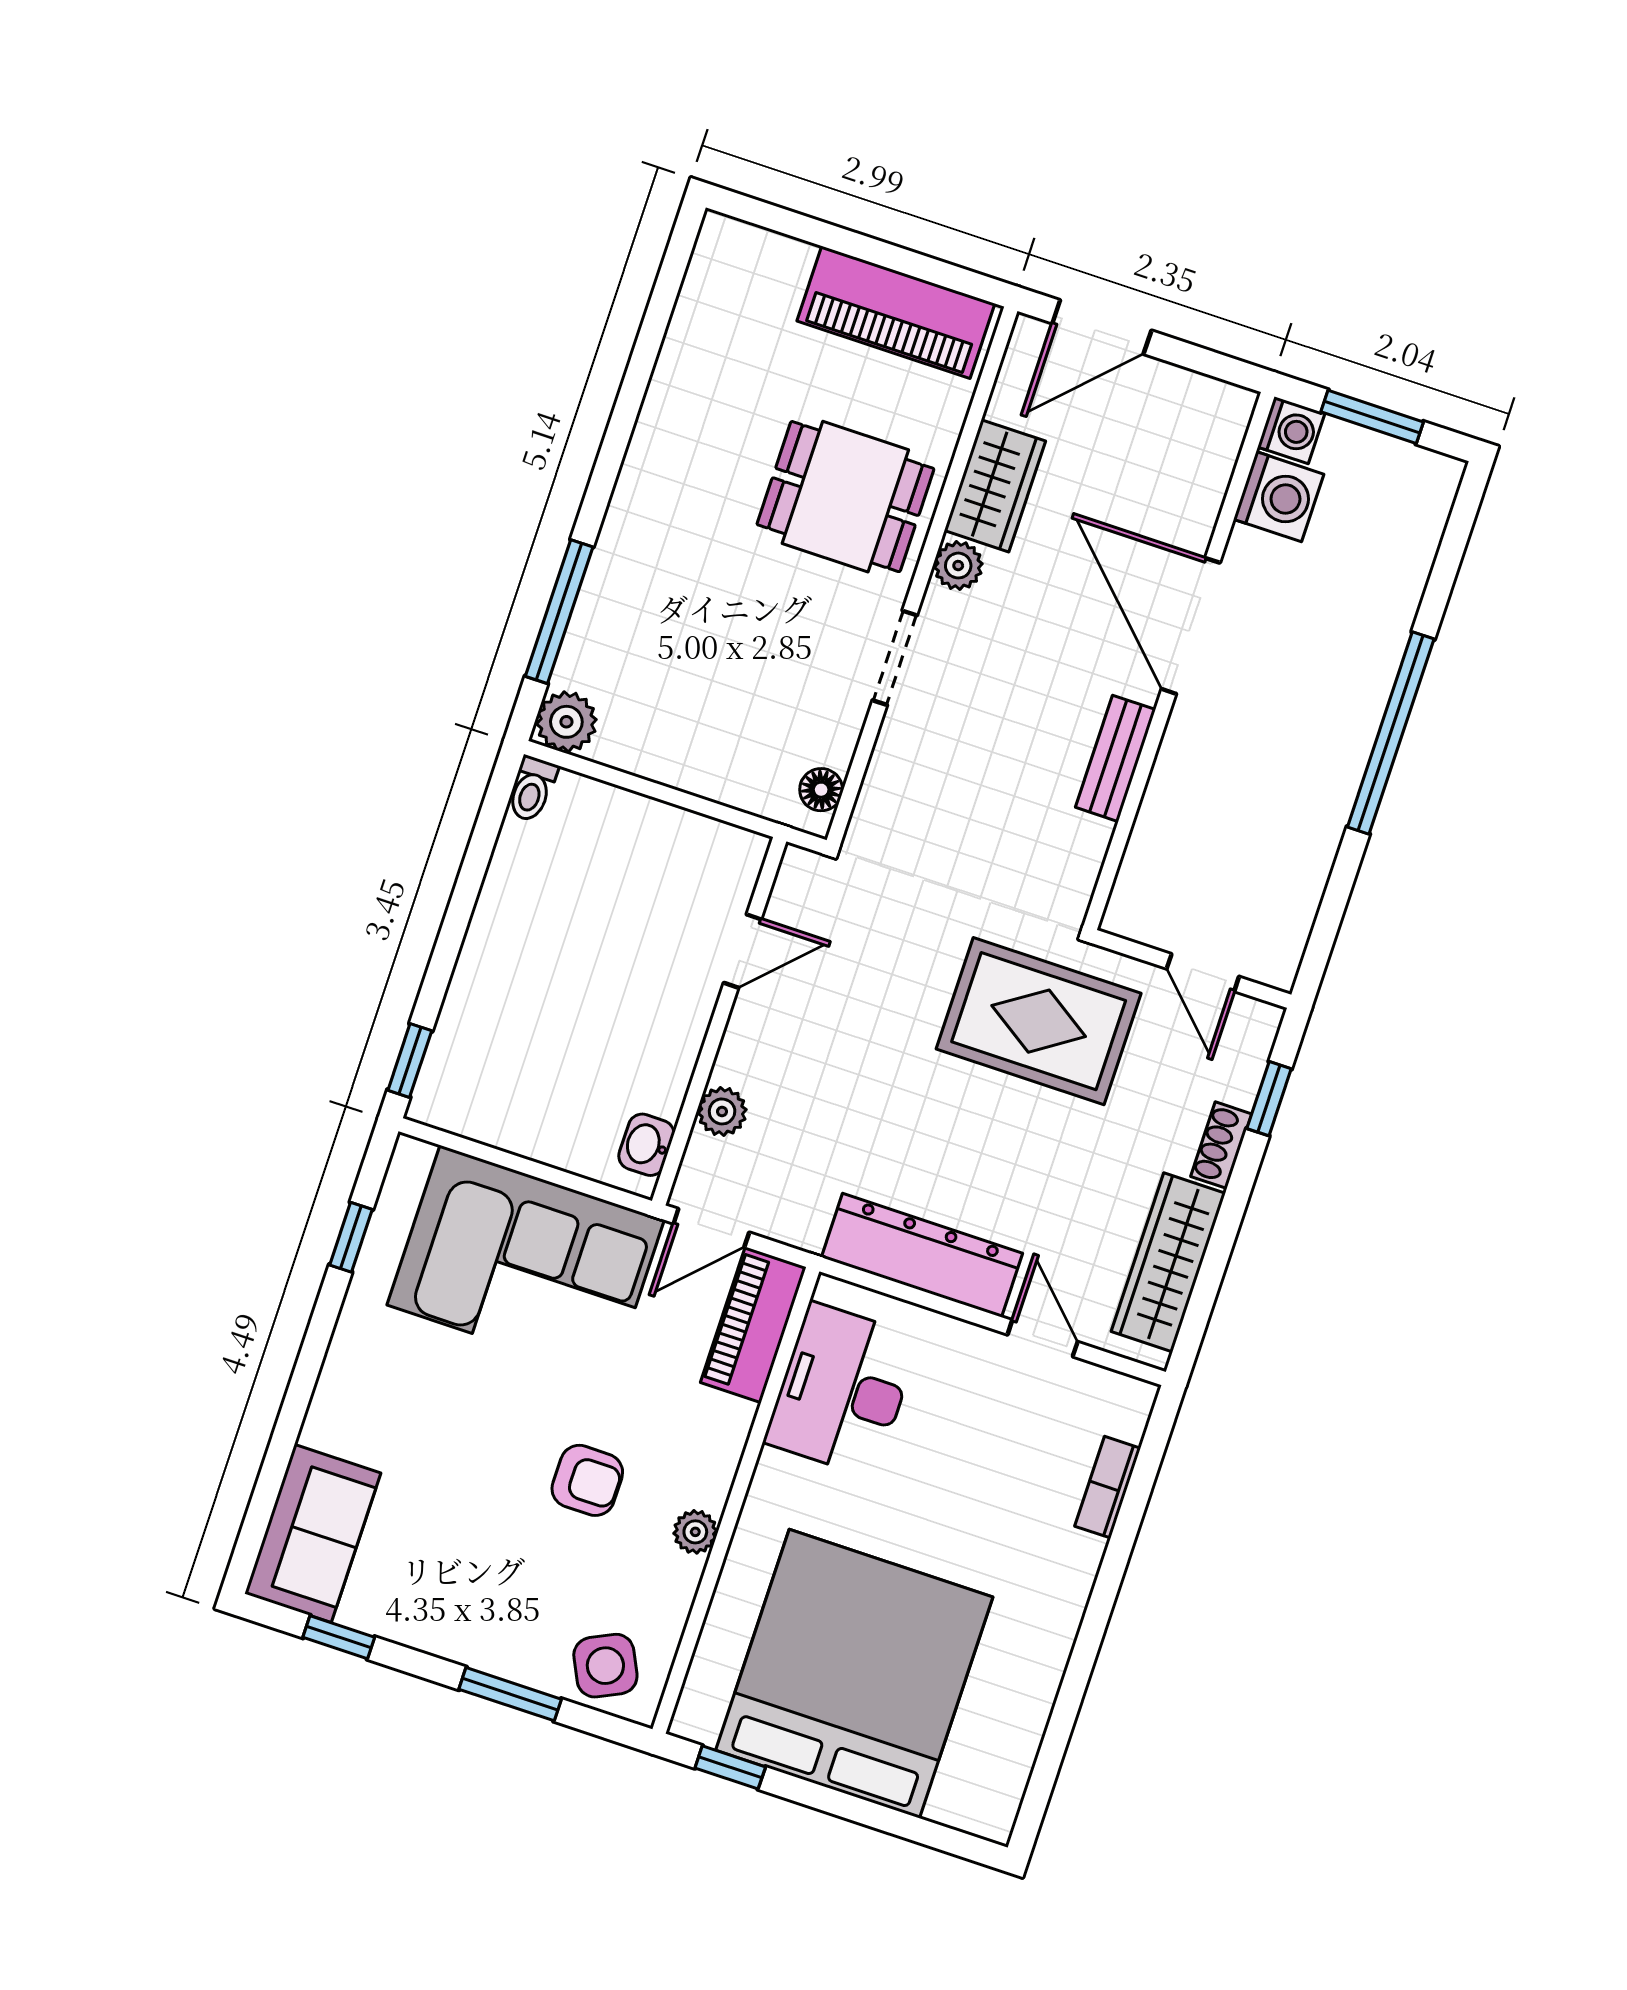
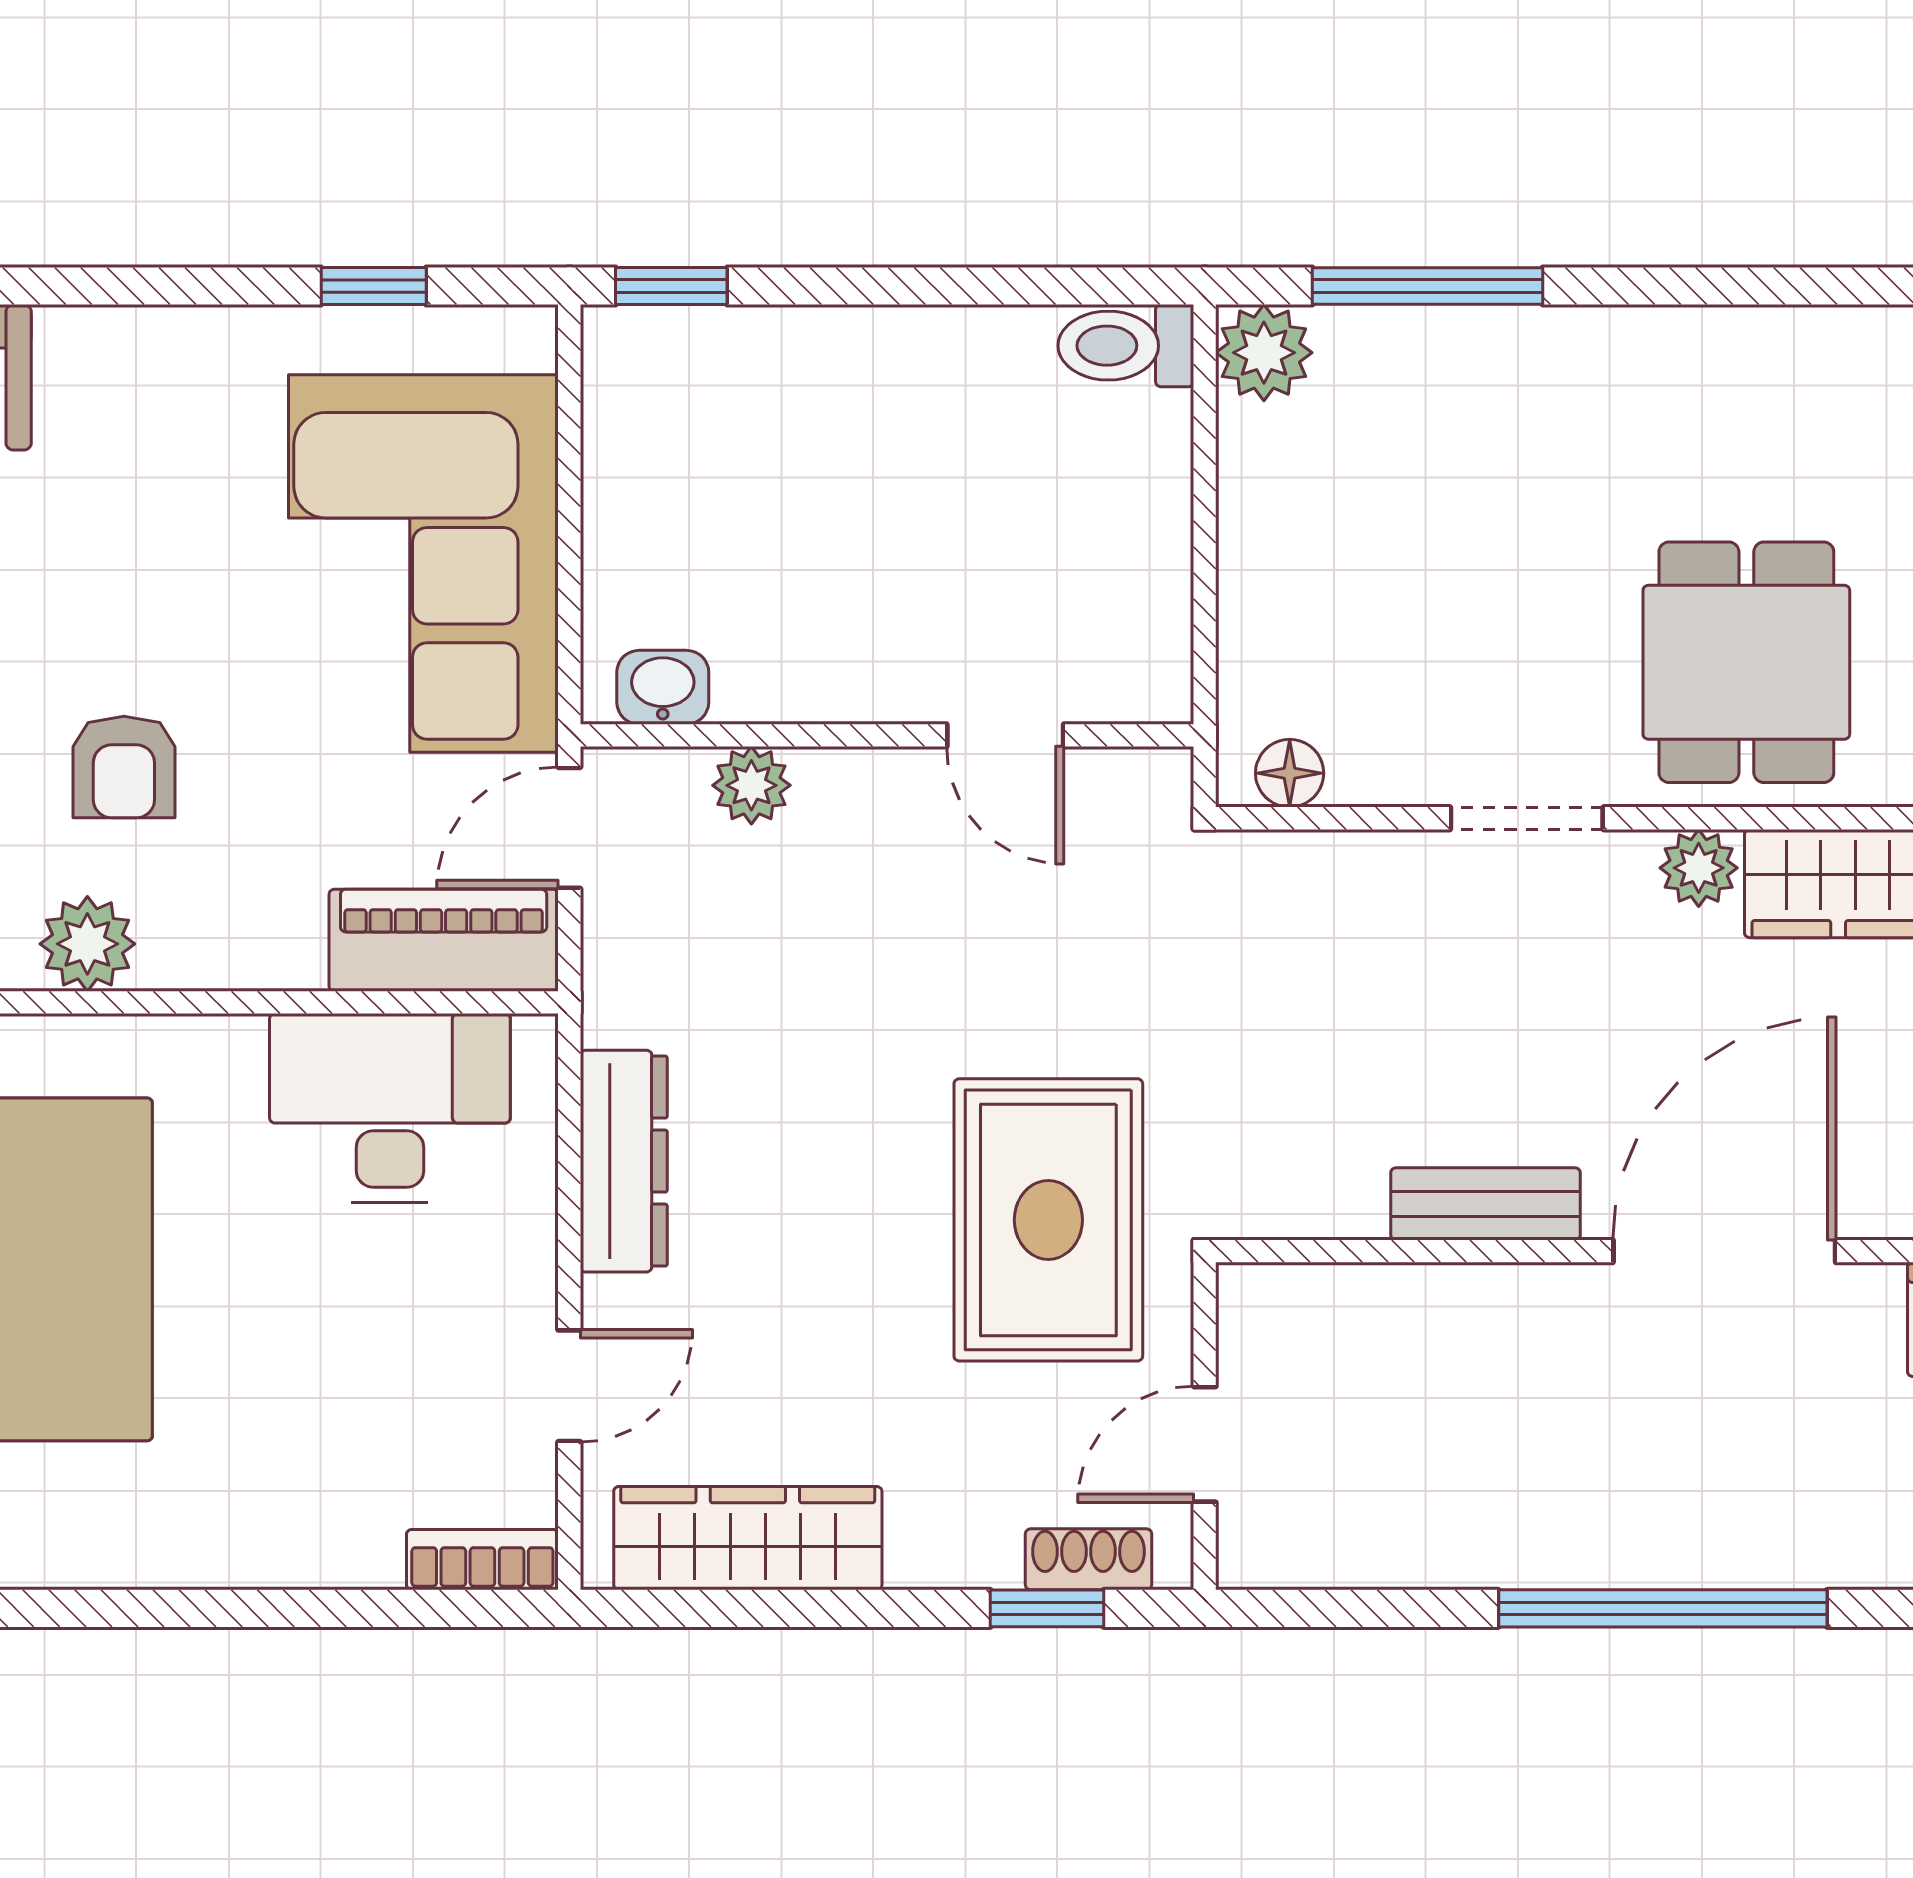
toilet: (532, 789) -> (1126, 346), width x1.37, depth x1.39
shoe rack: (1221, 1145) -> (1089, 1559), moved
door: (711, 1228) -> (569, 828), hinge flipped
dresser: (922, 1255) -> (624, 1161), width x0.73, depth x0.80
bookcase: (1108, 1487) -> (482, 1560), moved
plant: (695, 1532) -> (87, 944), width x1.38, depth x1.38

